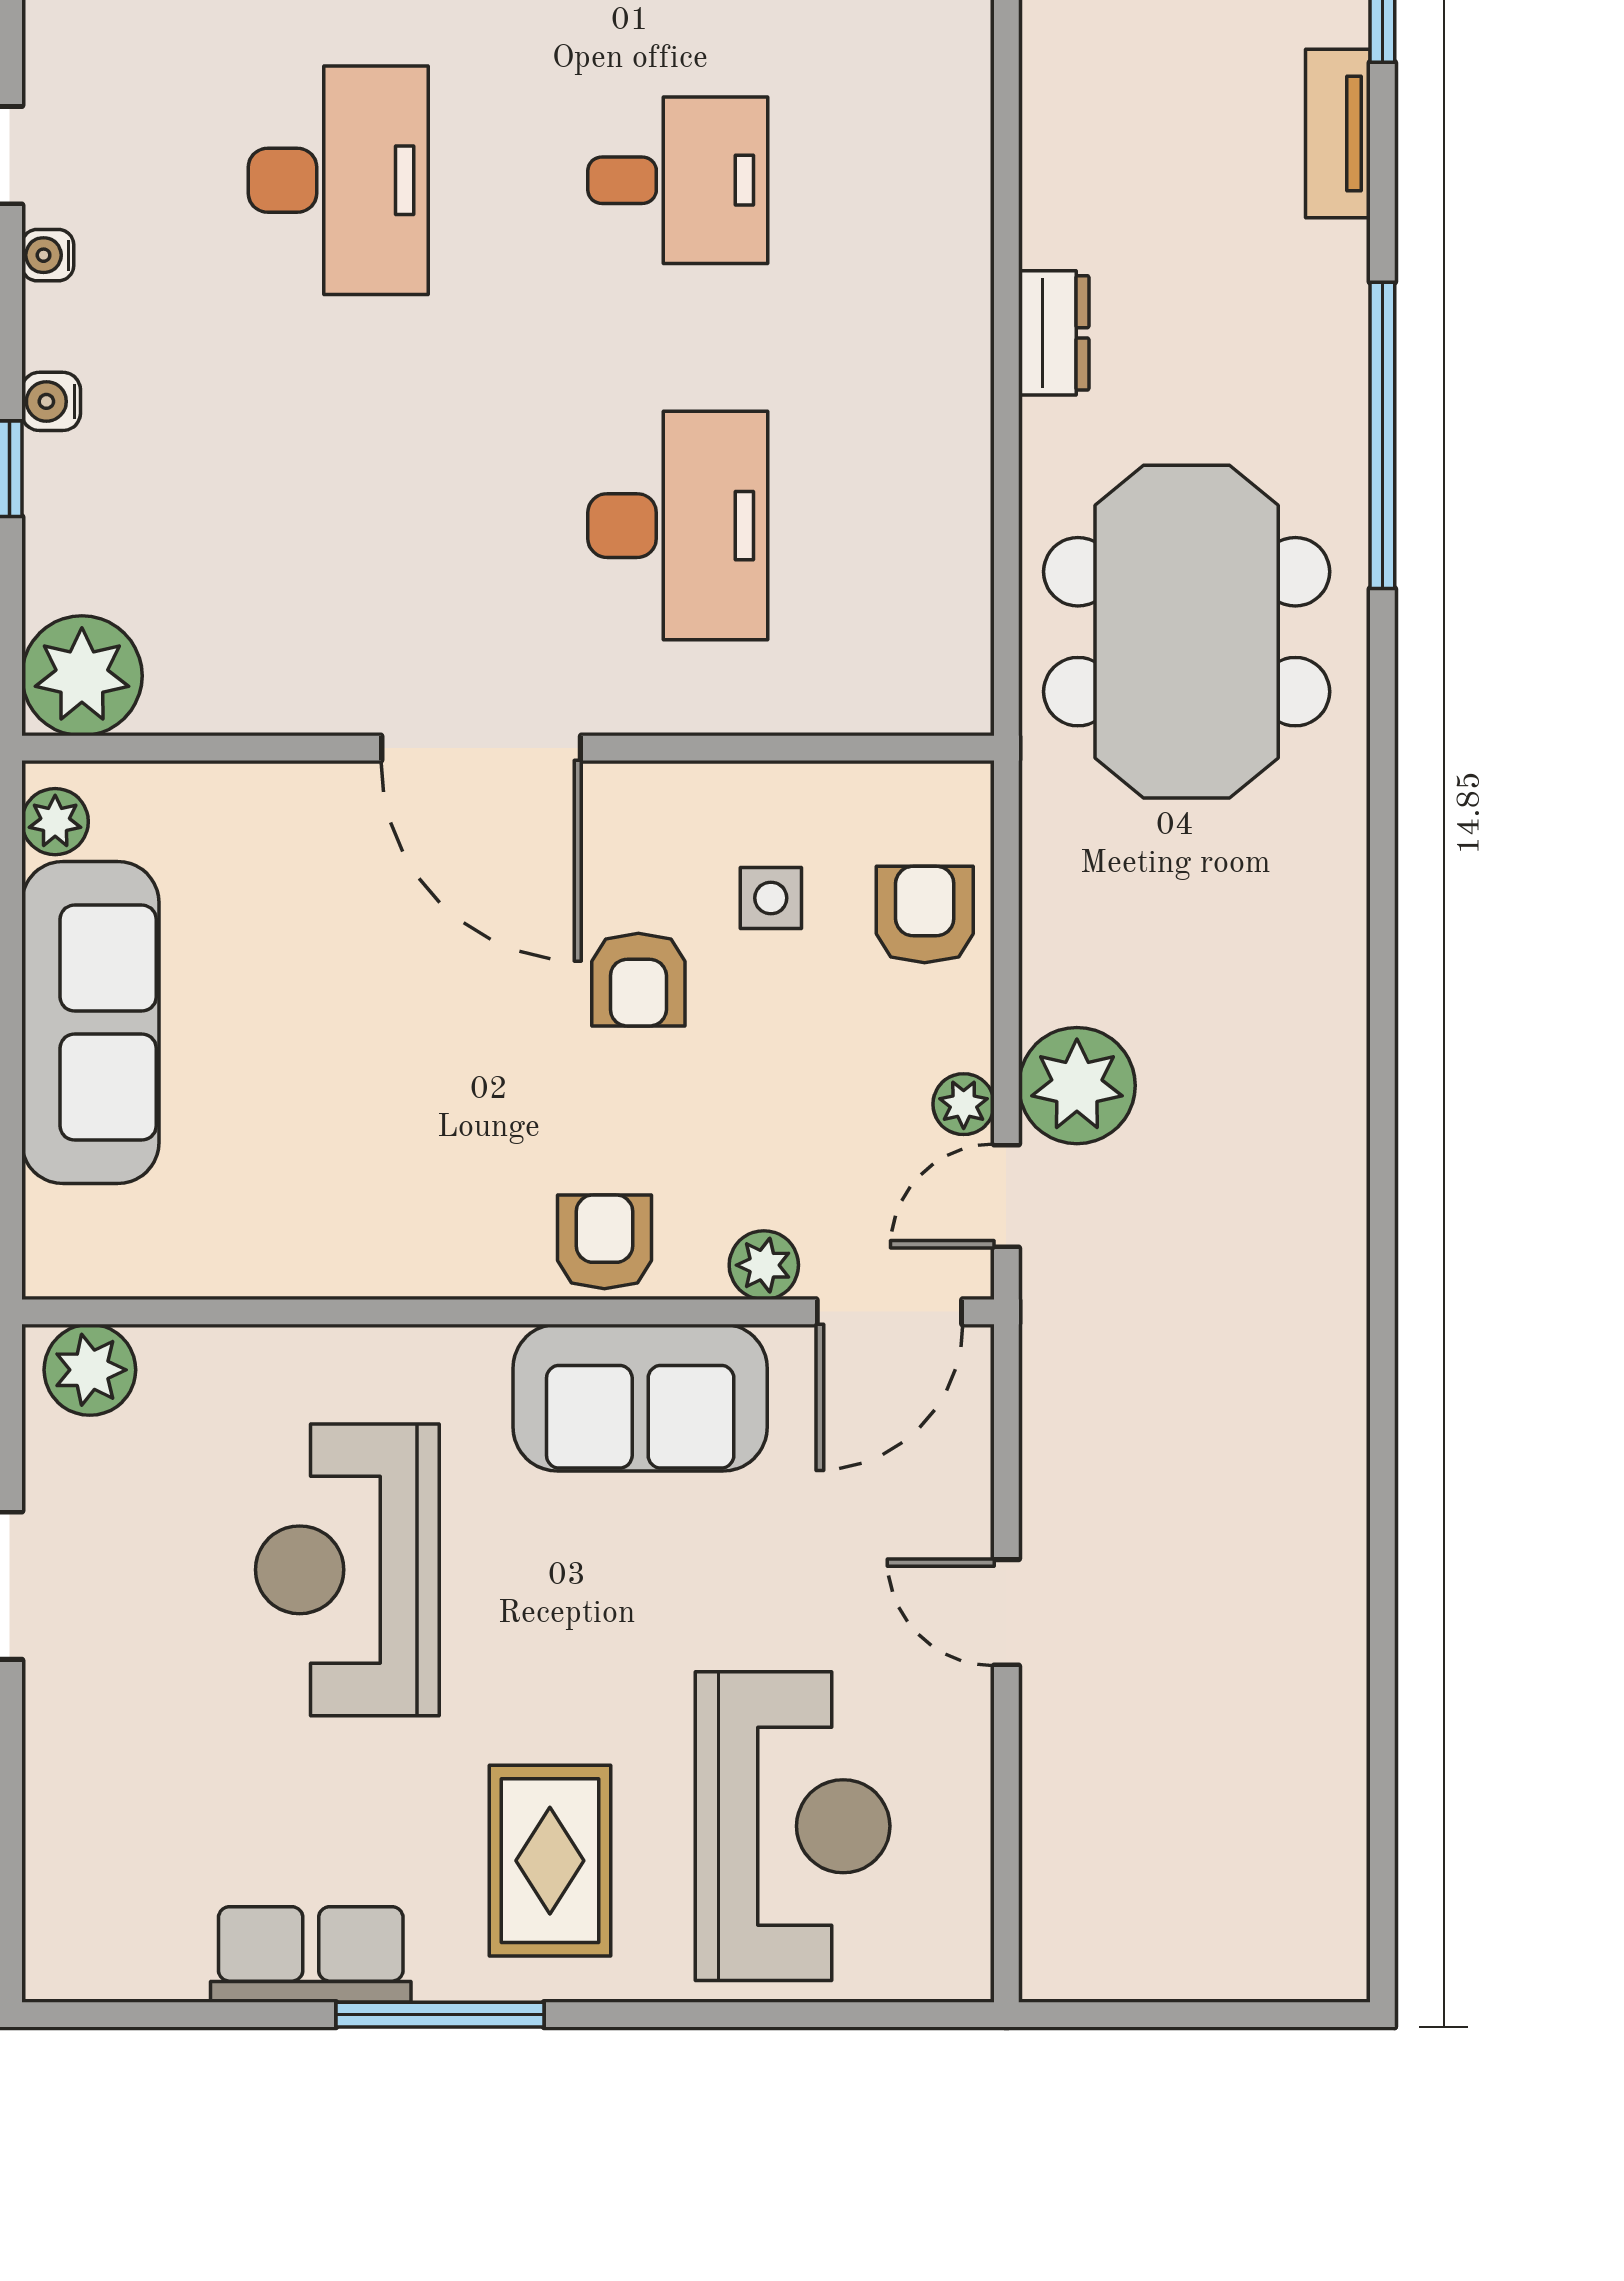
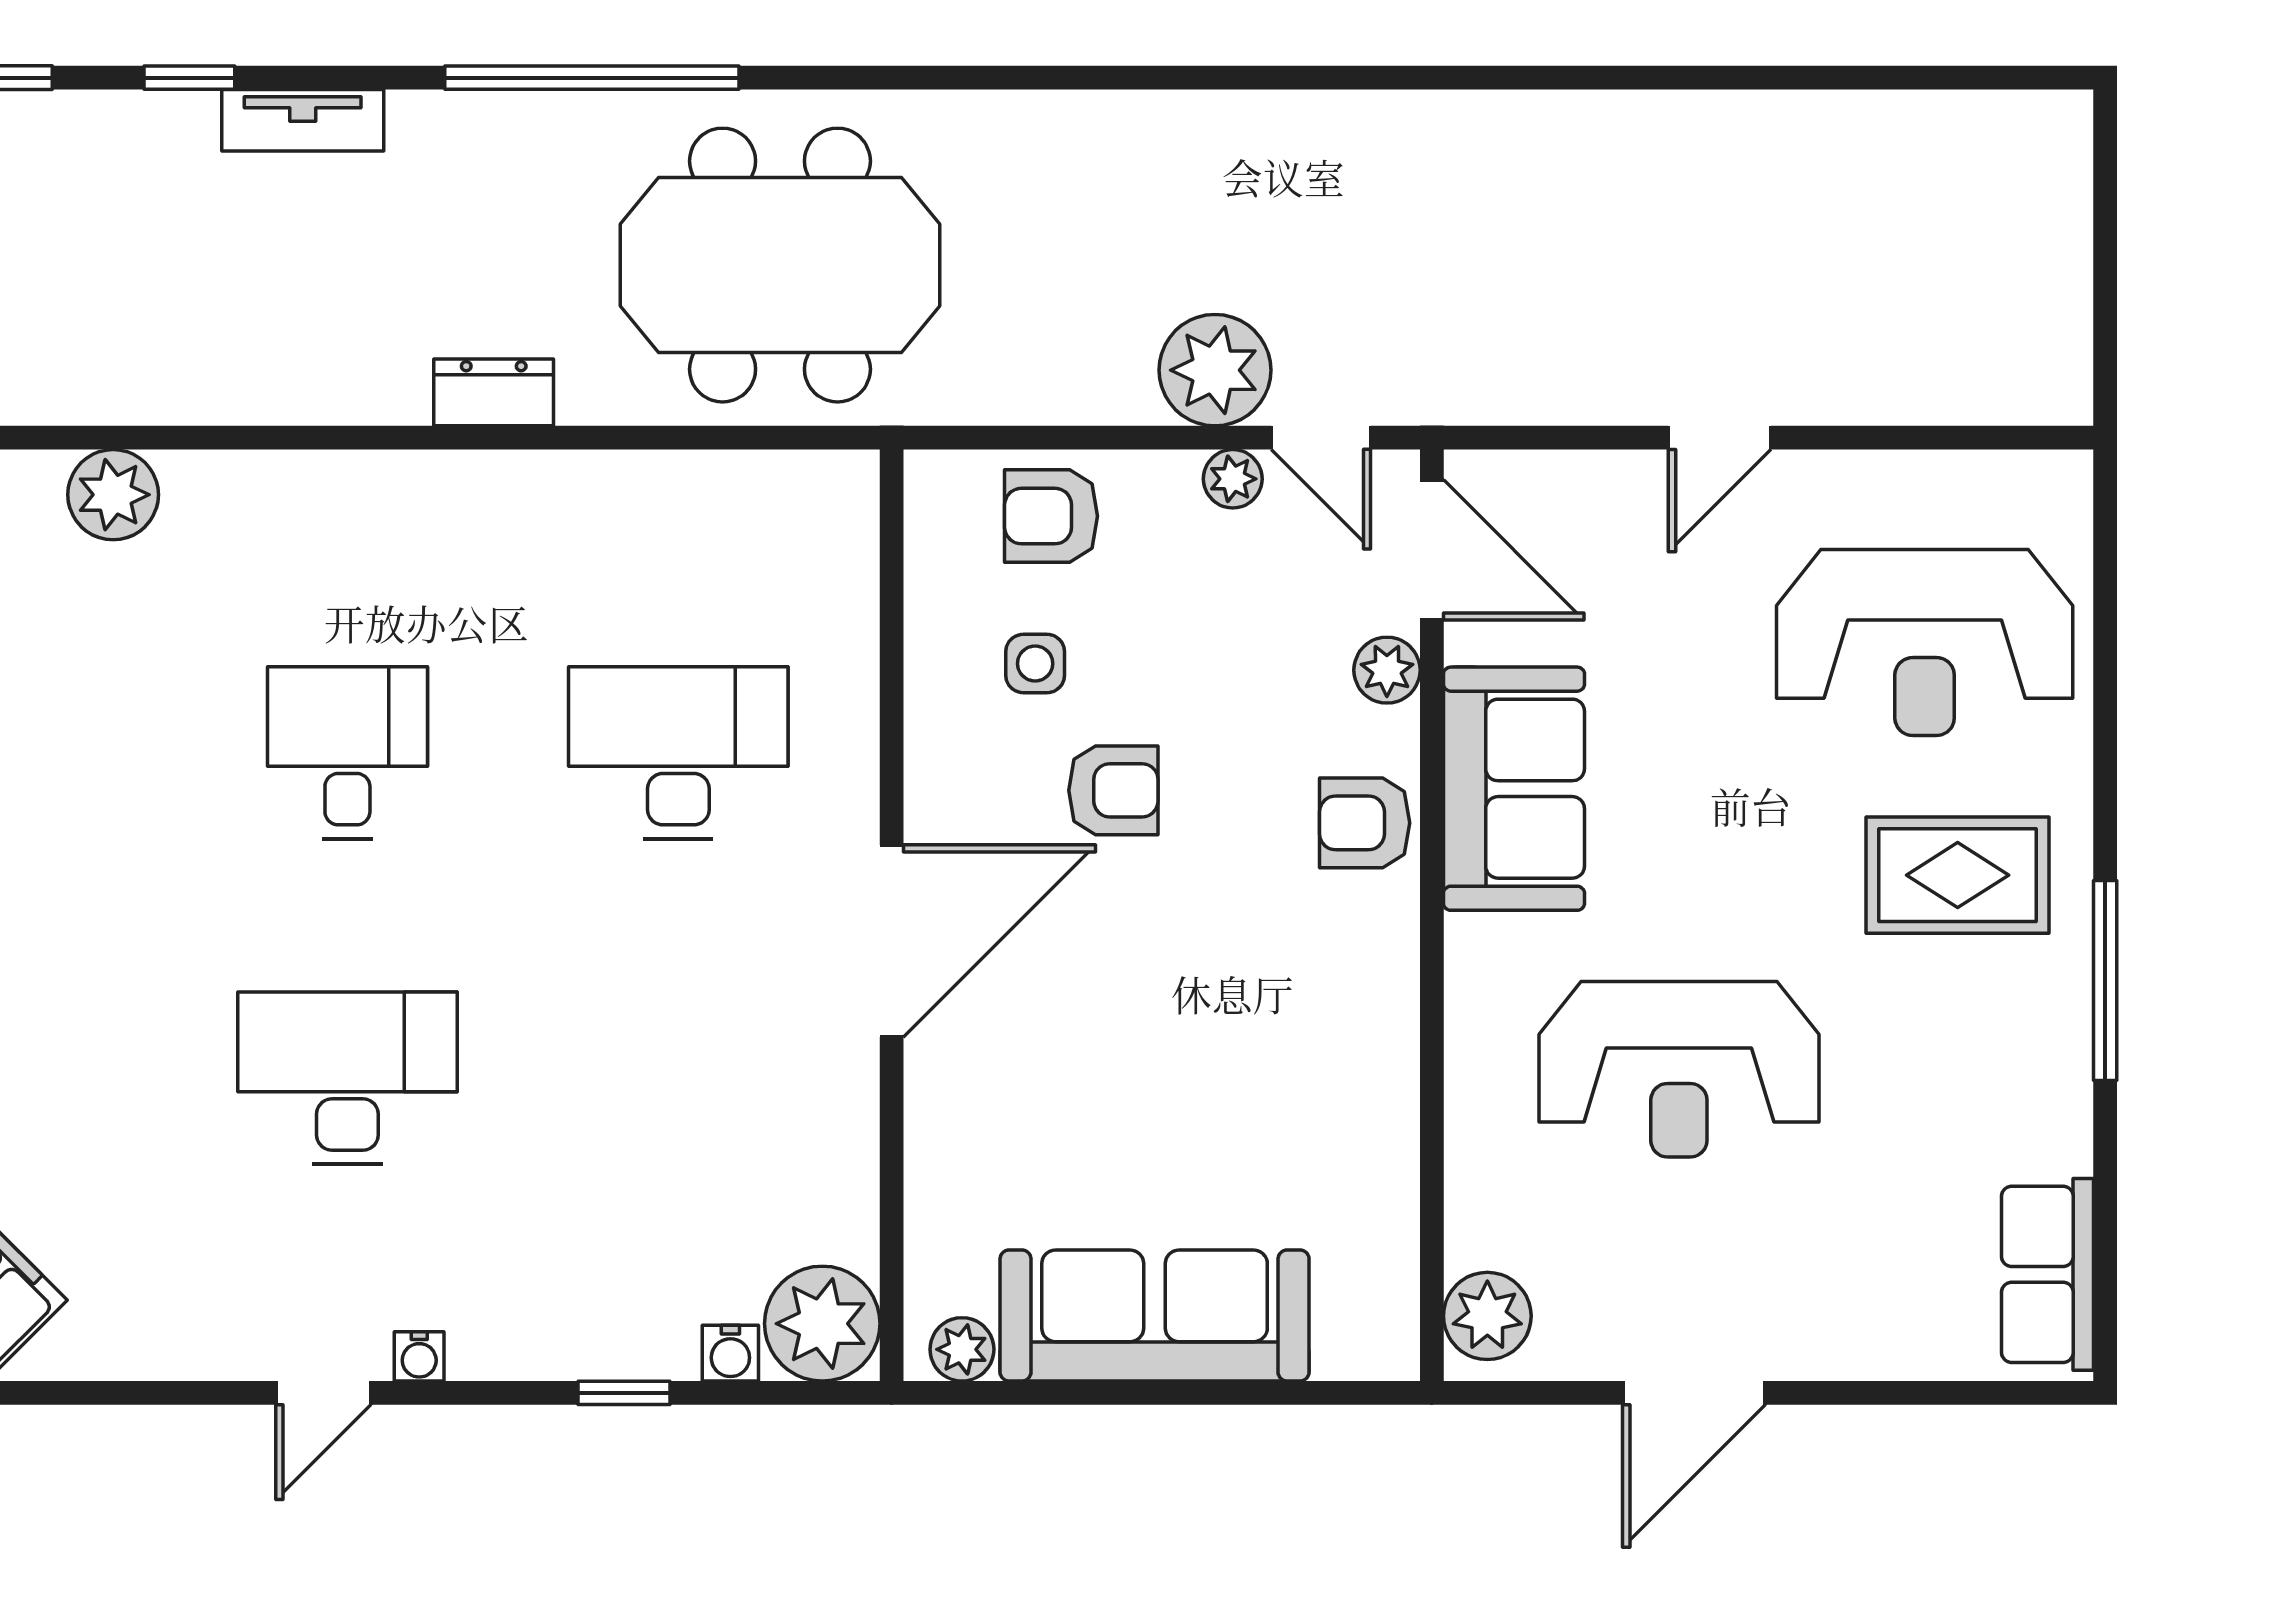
water cooler: (51, 401) -> (730, 1353), moved
reception desk: (793, 1826) -> (1925, 643), turned 180
row of seats: (311, 1954) -> (2047, 1274), moved

